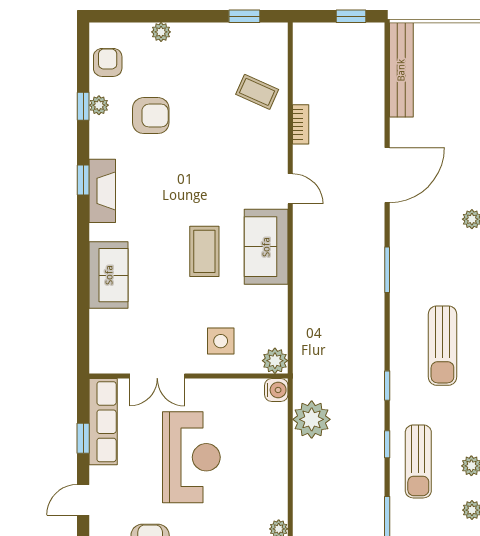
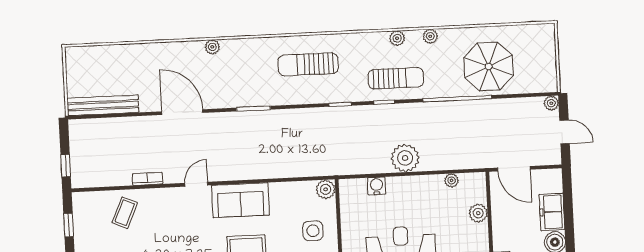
window: (351, 16) -> (66, 166), moved
sun lounger: (442, 346) -> (308, 64), turned 180
water cooler: (276, 390) -> (377, 186), moved
plant: (312, 419) -> (405, 158), moved

